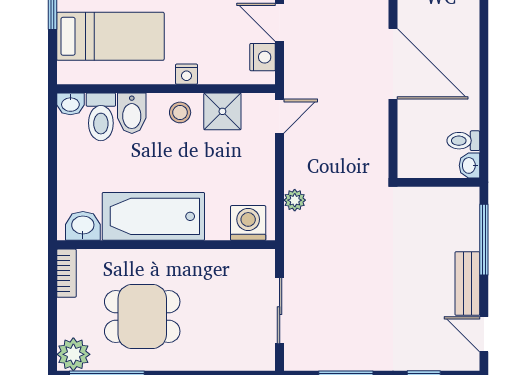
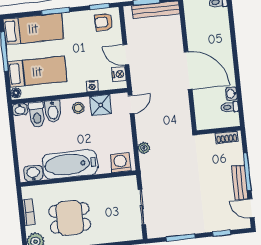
floor lamp: (66, 72) -> (16, 93), added
nightstand: (186, 74) -> (92, 86), moved
washbasin: (469, 165) -> (231, 94), moved
shoe rack: (452, 197) -> (227, 137), added
window: (484, 240) -> (247, 172), moved
bookcase: (66, 273) -> (29, 212), moved

